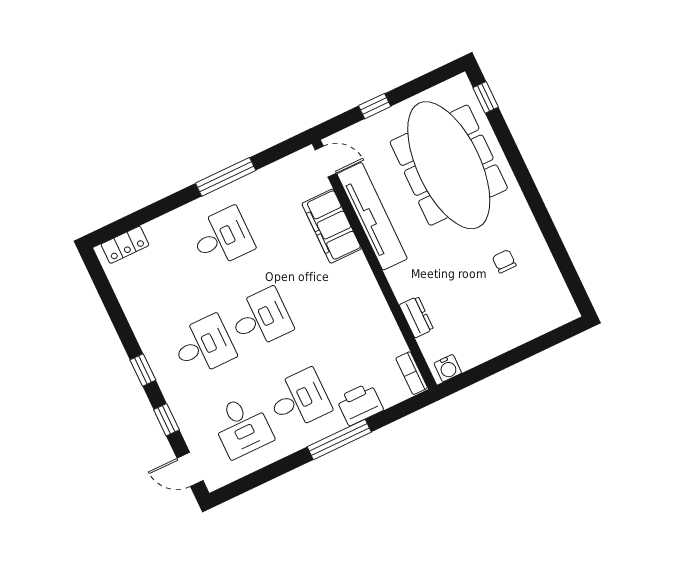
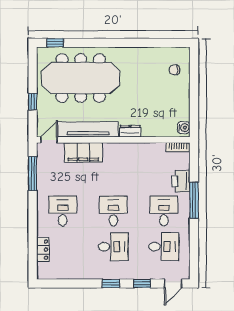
window: (226, 177) -> (33, 174), moved
locker: (125, 245) -> (43, 250), moved
chair: (504, 261) -> (175, 70), moved
dresser: (416, 317) -> (130, 131), moved
desk: (204, 346) -> (113, 247), turned 90

